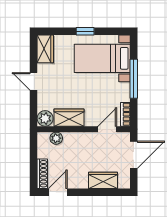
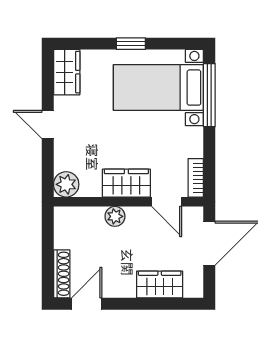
window: (134, 79) -> (209, 95), moved
wardrobe: (69, 118) -> (126, 183), moved
door: (107, 129) -> (167, 202), swing flipped
plant: (56, 138) -> (115, 216), moved

